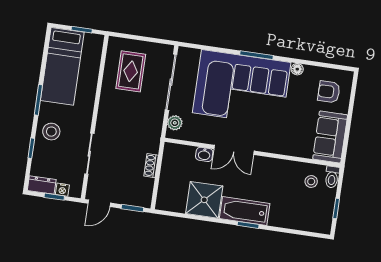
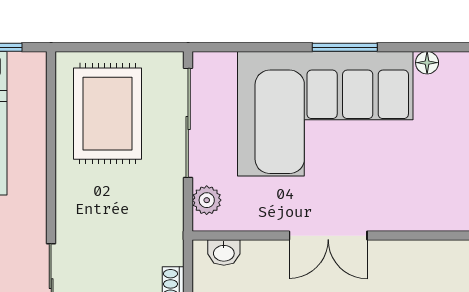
rug: (131, 71) -> (108, 114), width x1.36, depth x1.43
washbasin: (204, 154) -> (224, 253), moved

